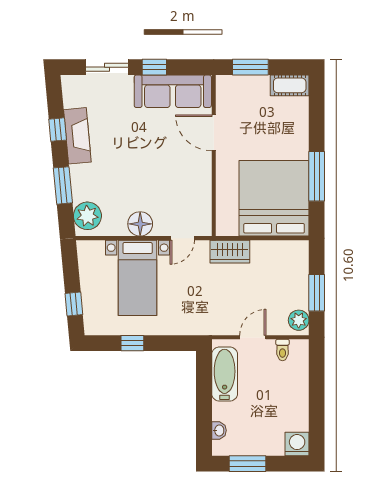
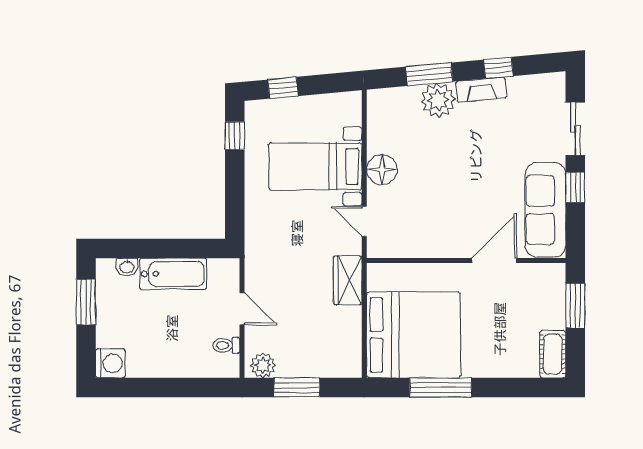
fireplace: (77, 136) -> (481, 90), width x0.73, depth x0.76
plant: (87, 216) -> (438, 100), moved
window: (132, 343) -> (235, 136), moved
bathtub: (225, 374) -> (173, 274), moved

